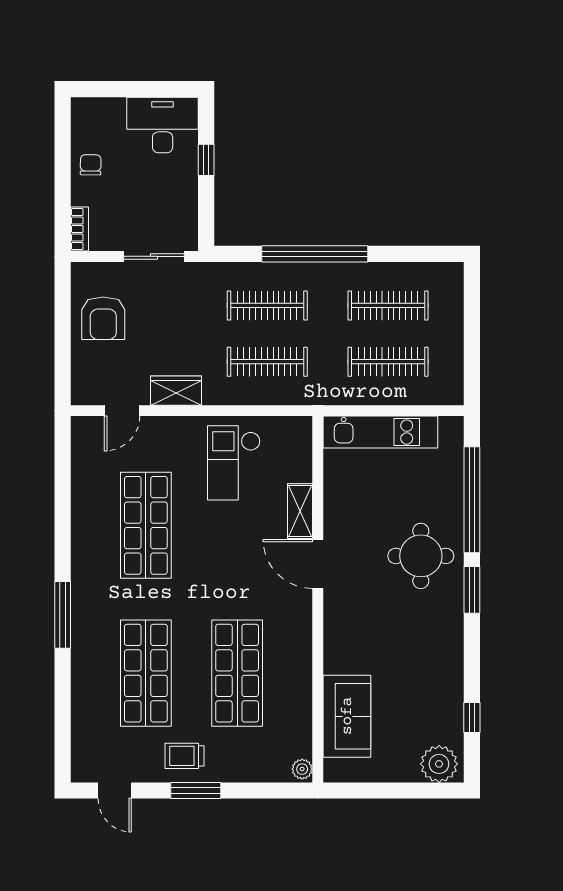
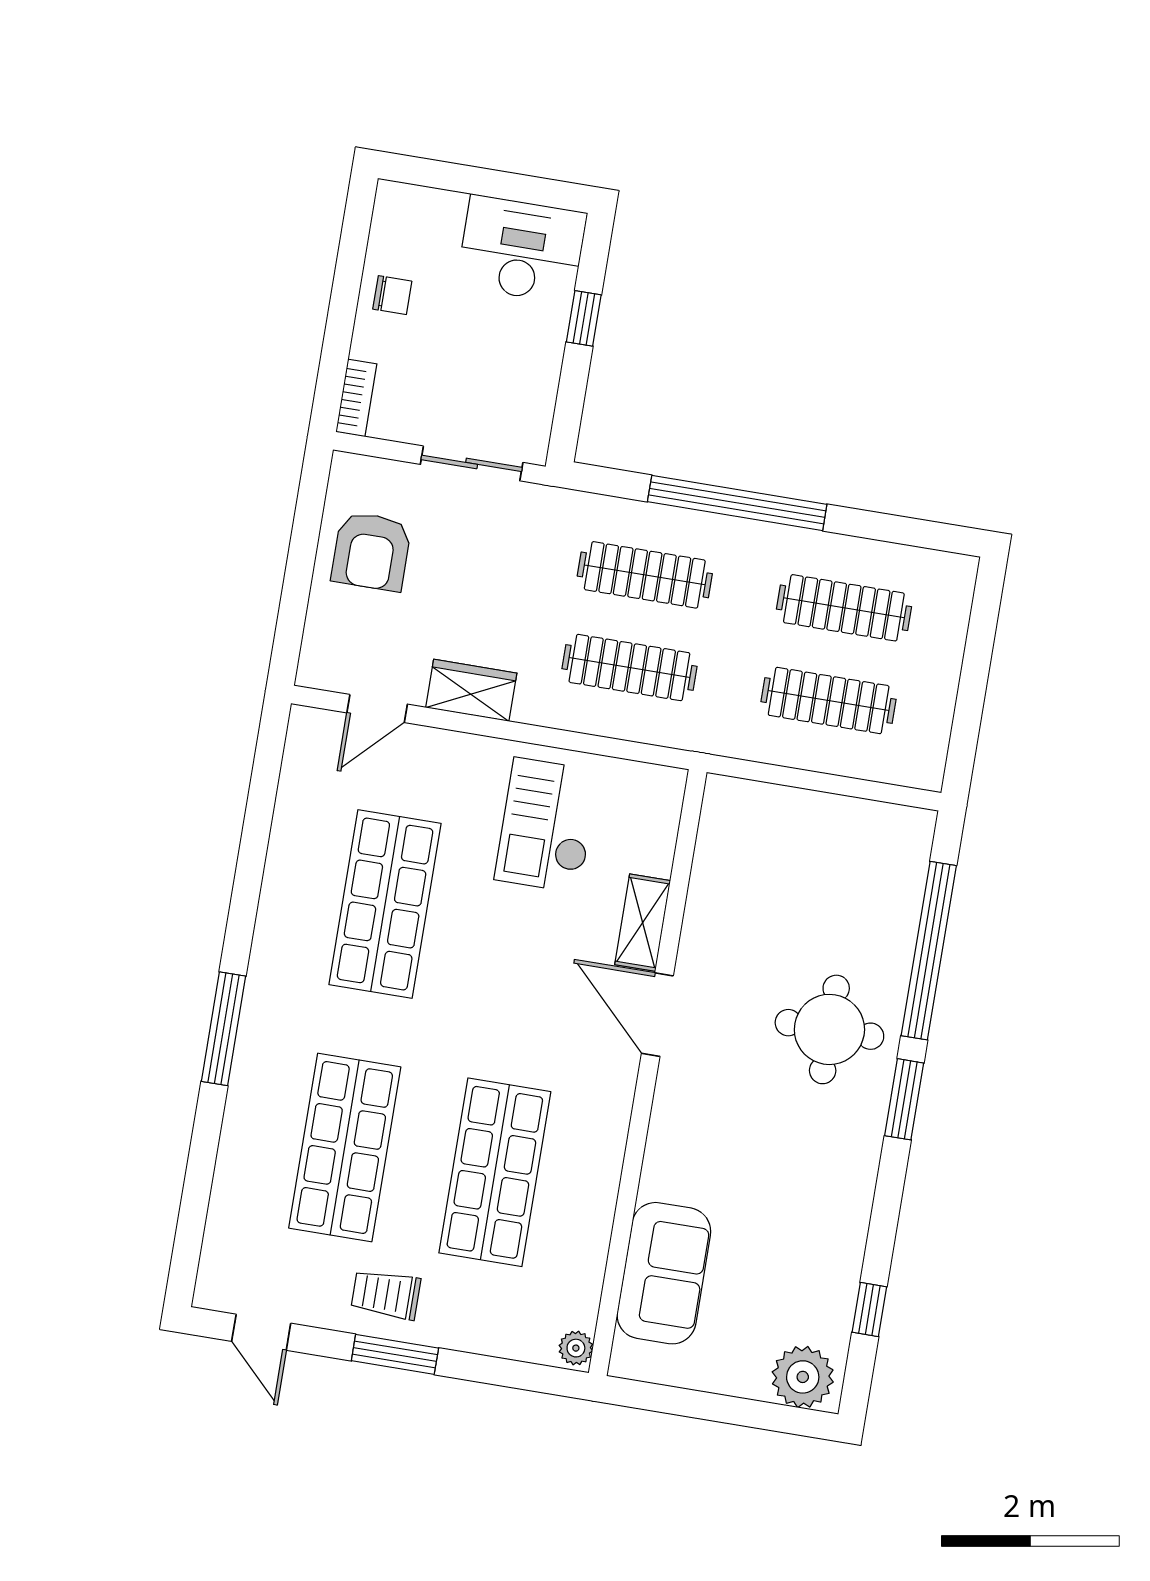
chair: (91, 165) -> (392, 295), turned 89
kitchen unit: (380, 432) -> (797, 814), removed

